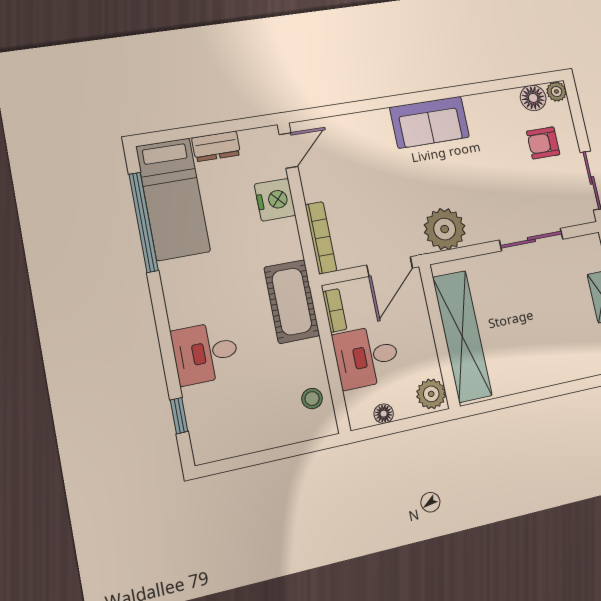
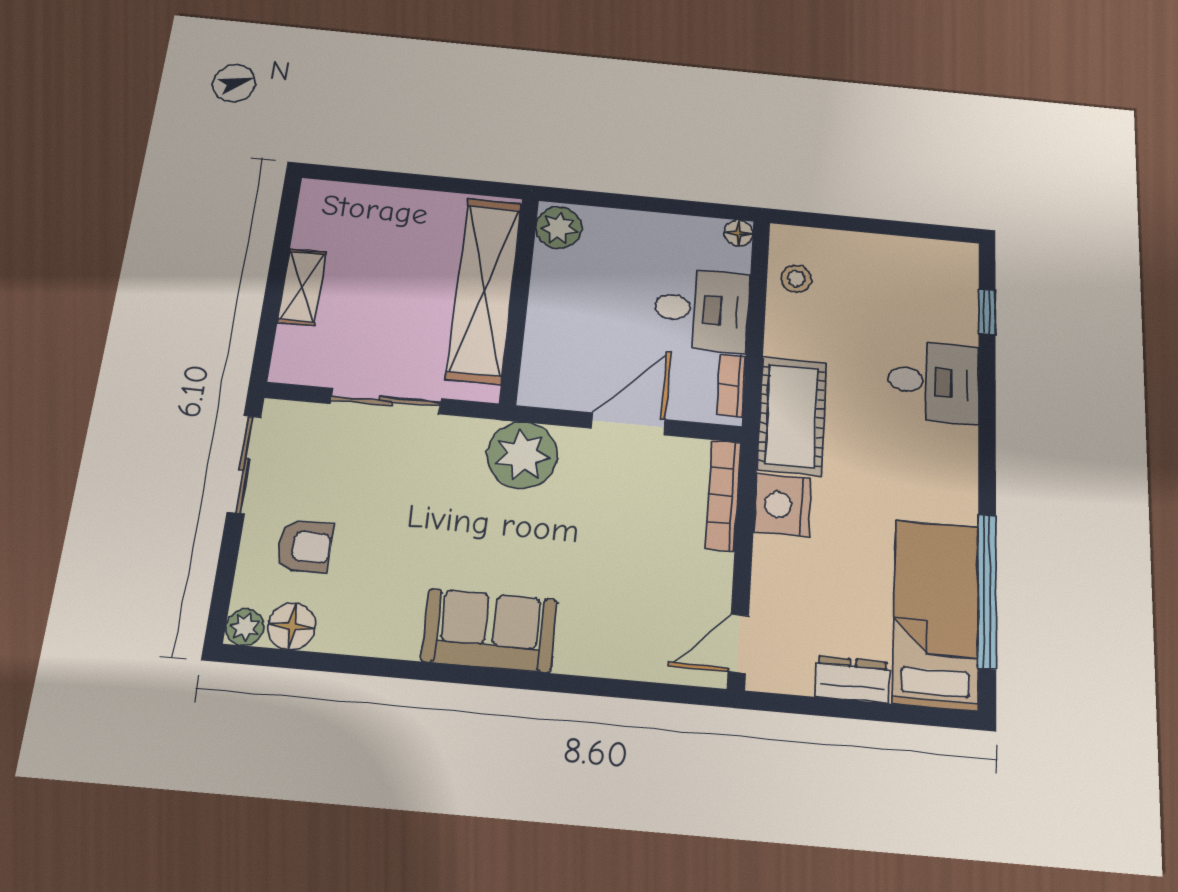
nightstand: (275, 200) -> (783, 505), moved
wall: (439, 336) -> (519, 300), moved
shelving: (462, 336) -> (484, 290), moved
plant: (431, 394) -> (559, 228), moved
floor lamp: (384, 414) -> (738, 233), moved

